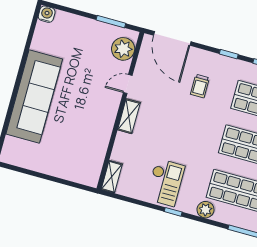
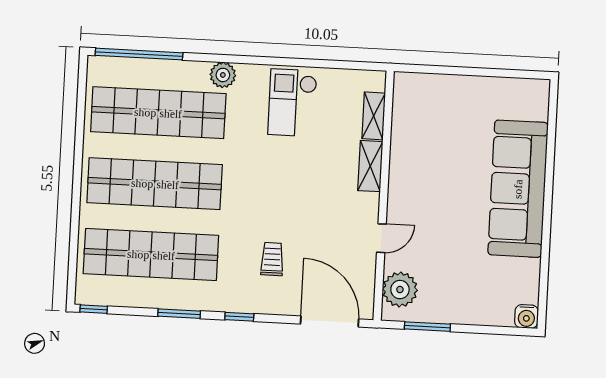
shelving: (129, 116) -> (370, 166), moved
shelving: (112, 177) -> (374, 116), moved
window: (173, 212) -> (271, 61), removed

